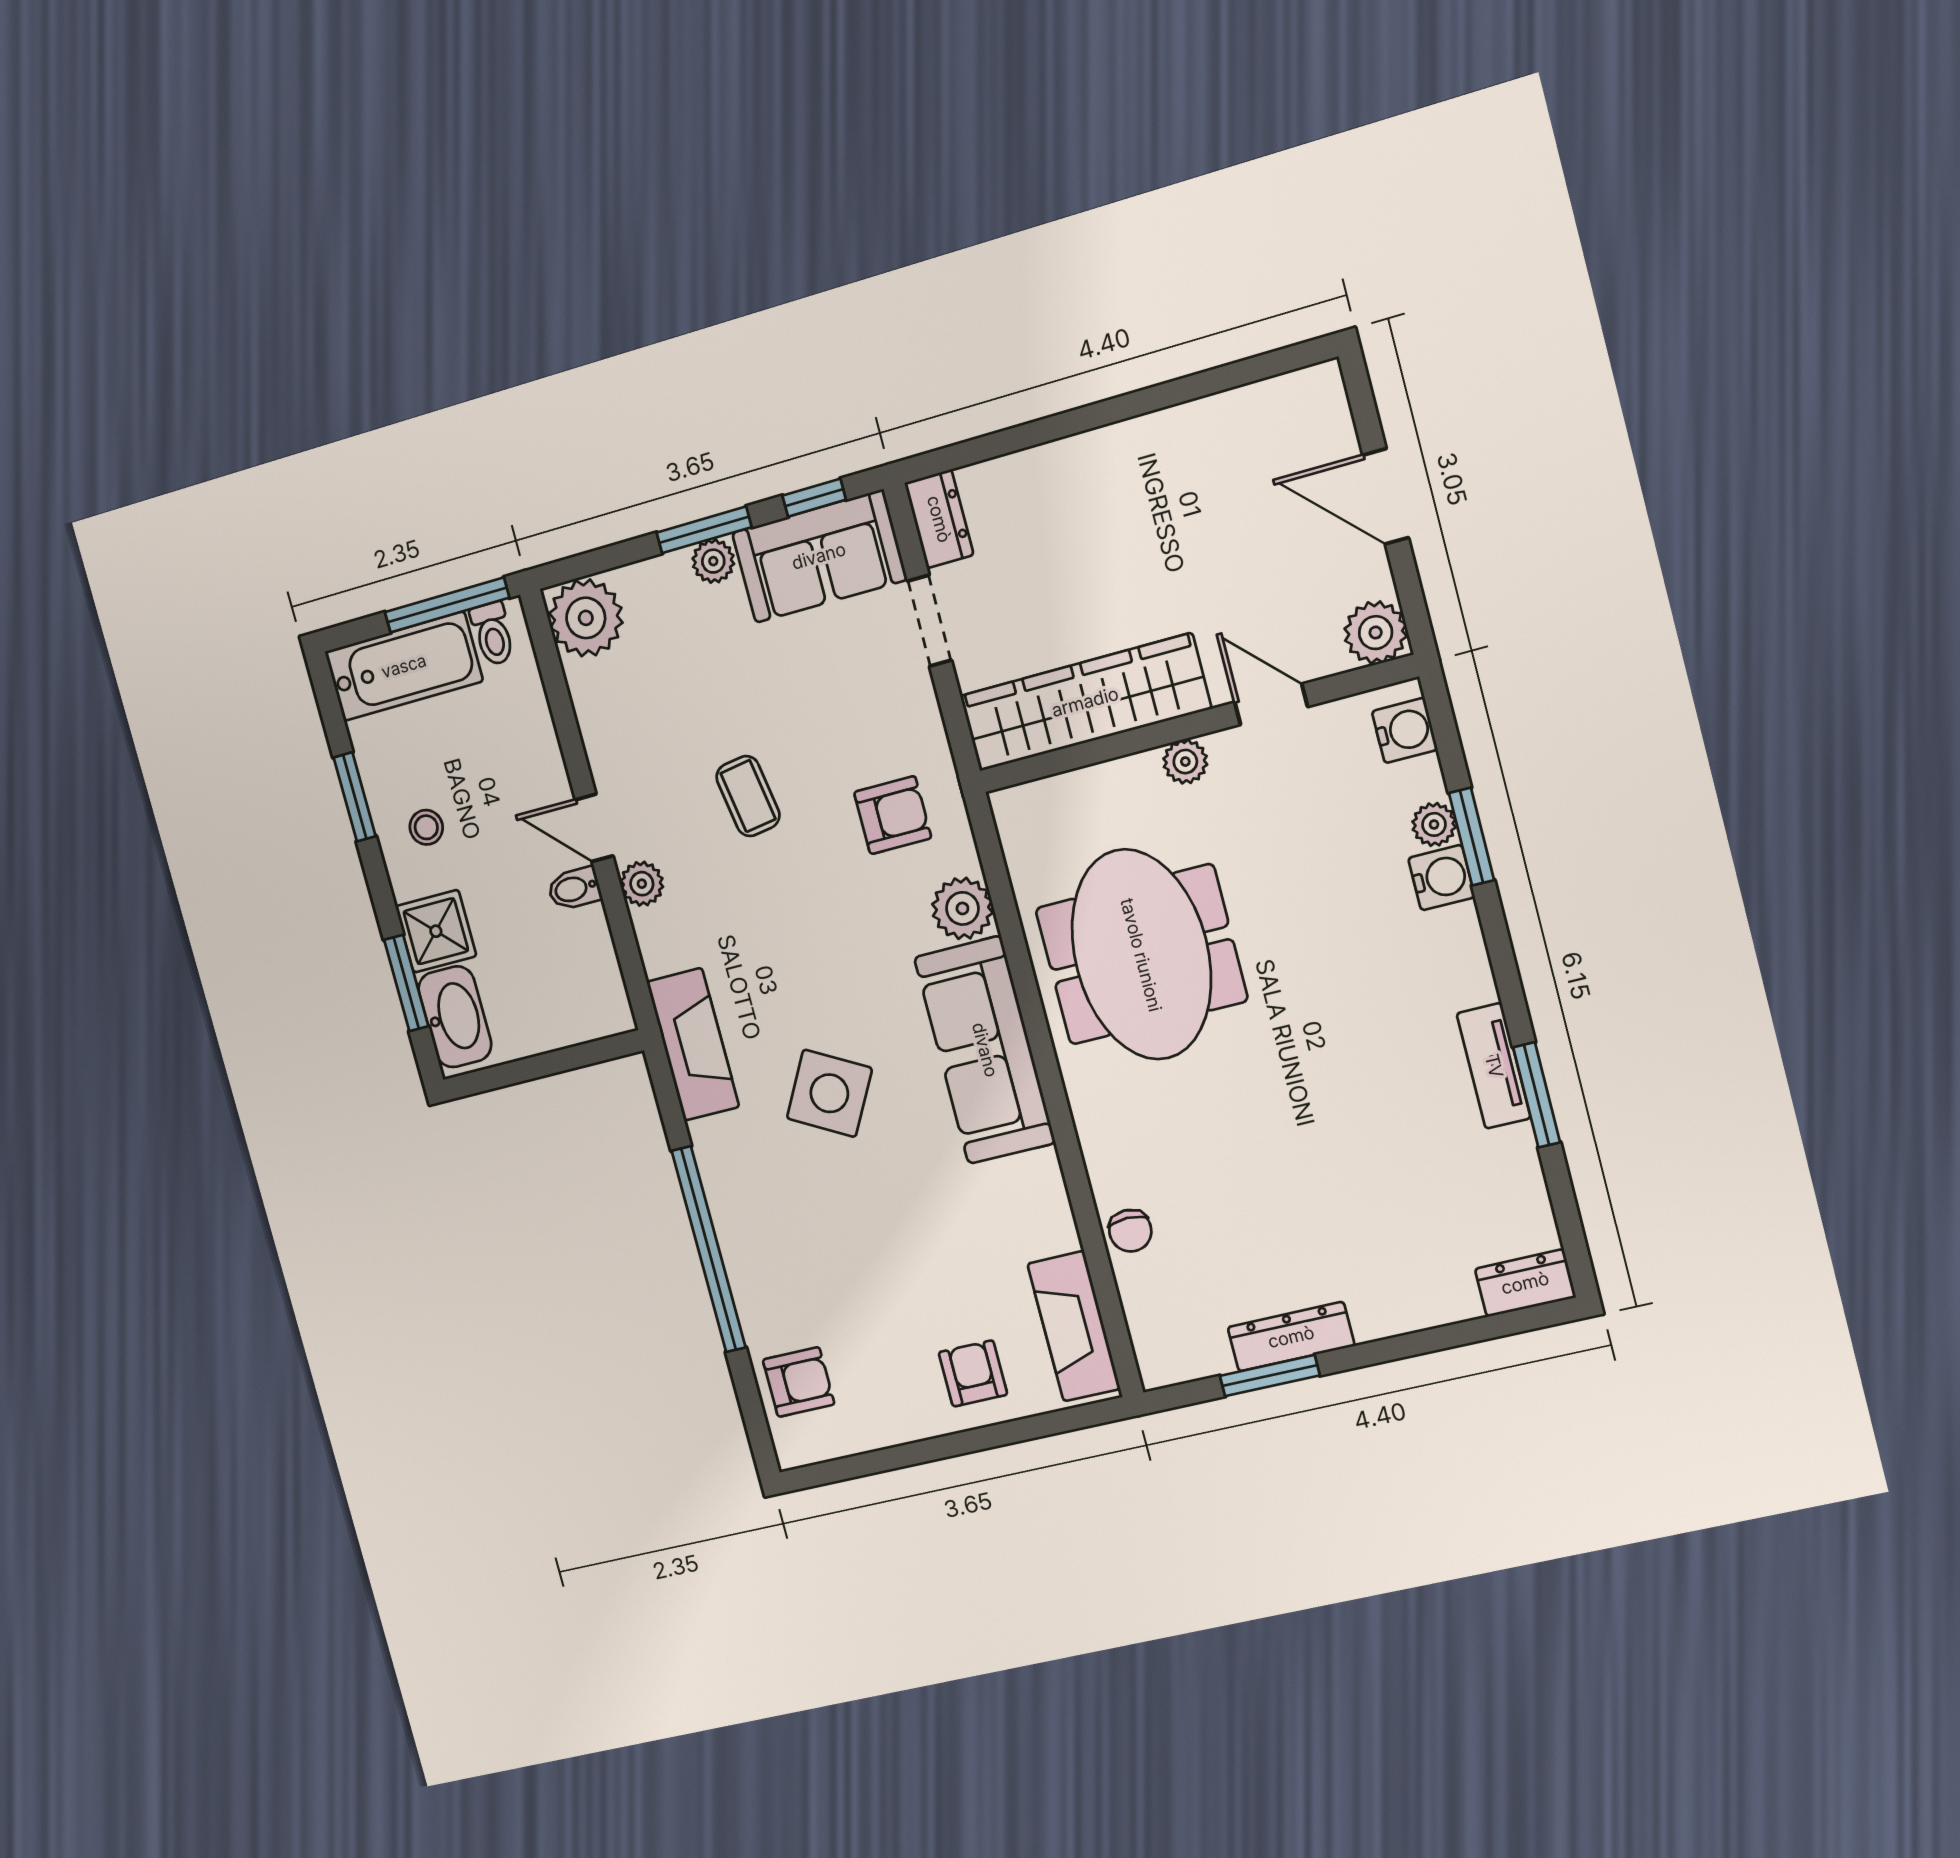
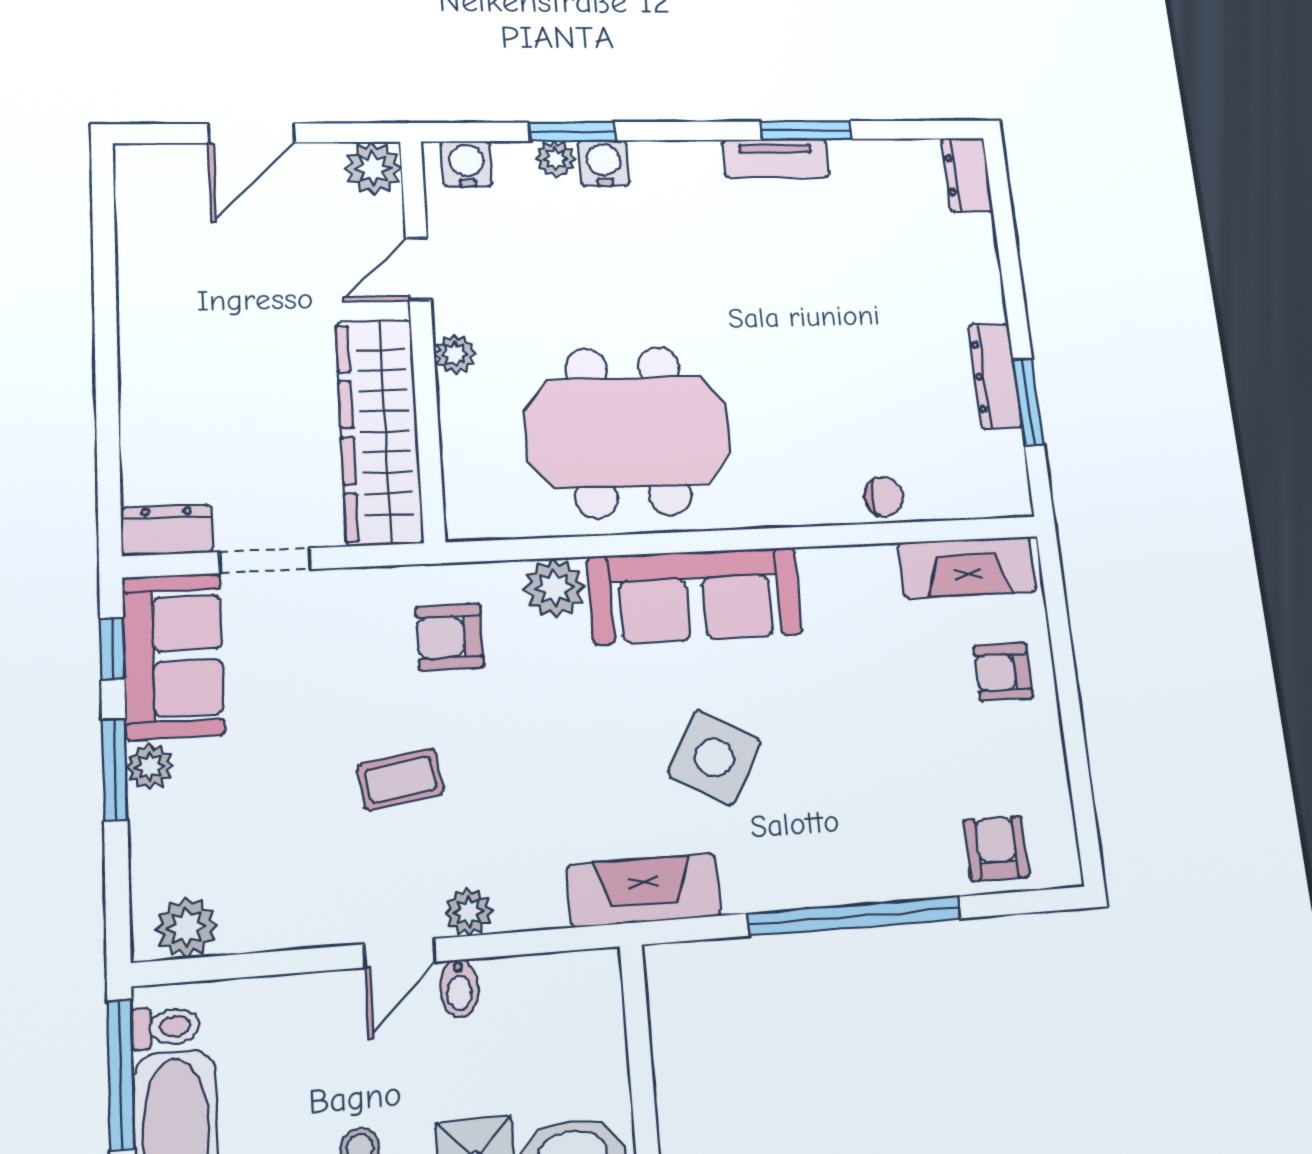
plant: (586, 618) -> (186, 928), width x0.73, depth x0.73
armchair: (893, 815) -> (450, 637), turned -90

